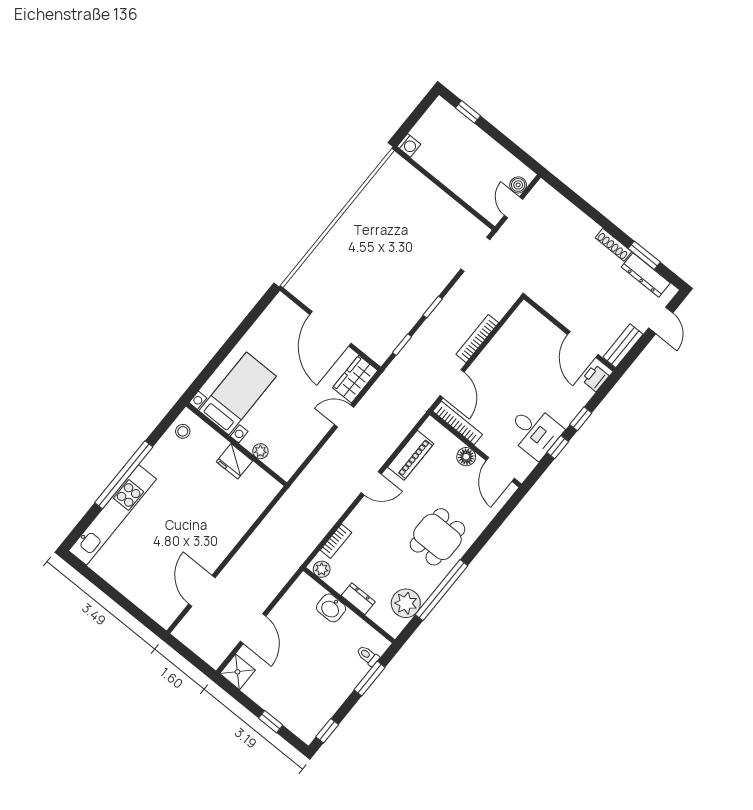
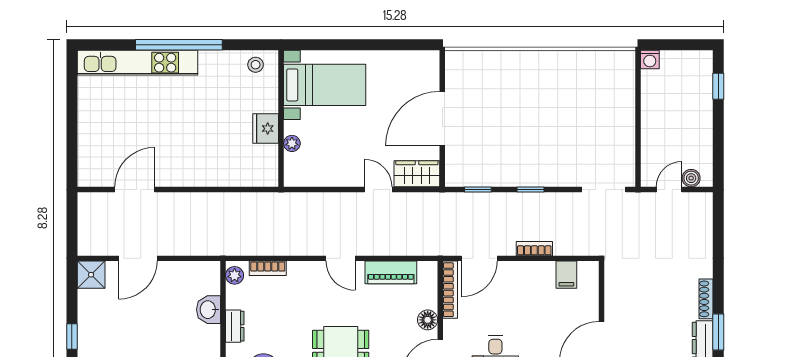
filing cabinet: (515, 331) -> (566, 275), added
bookcase: (477, 339) -> (534, 249), width x0.64

